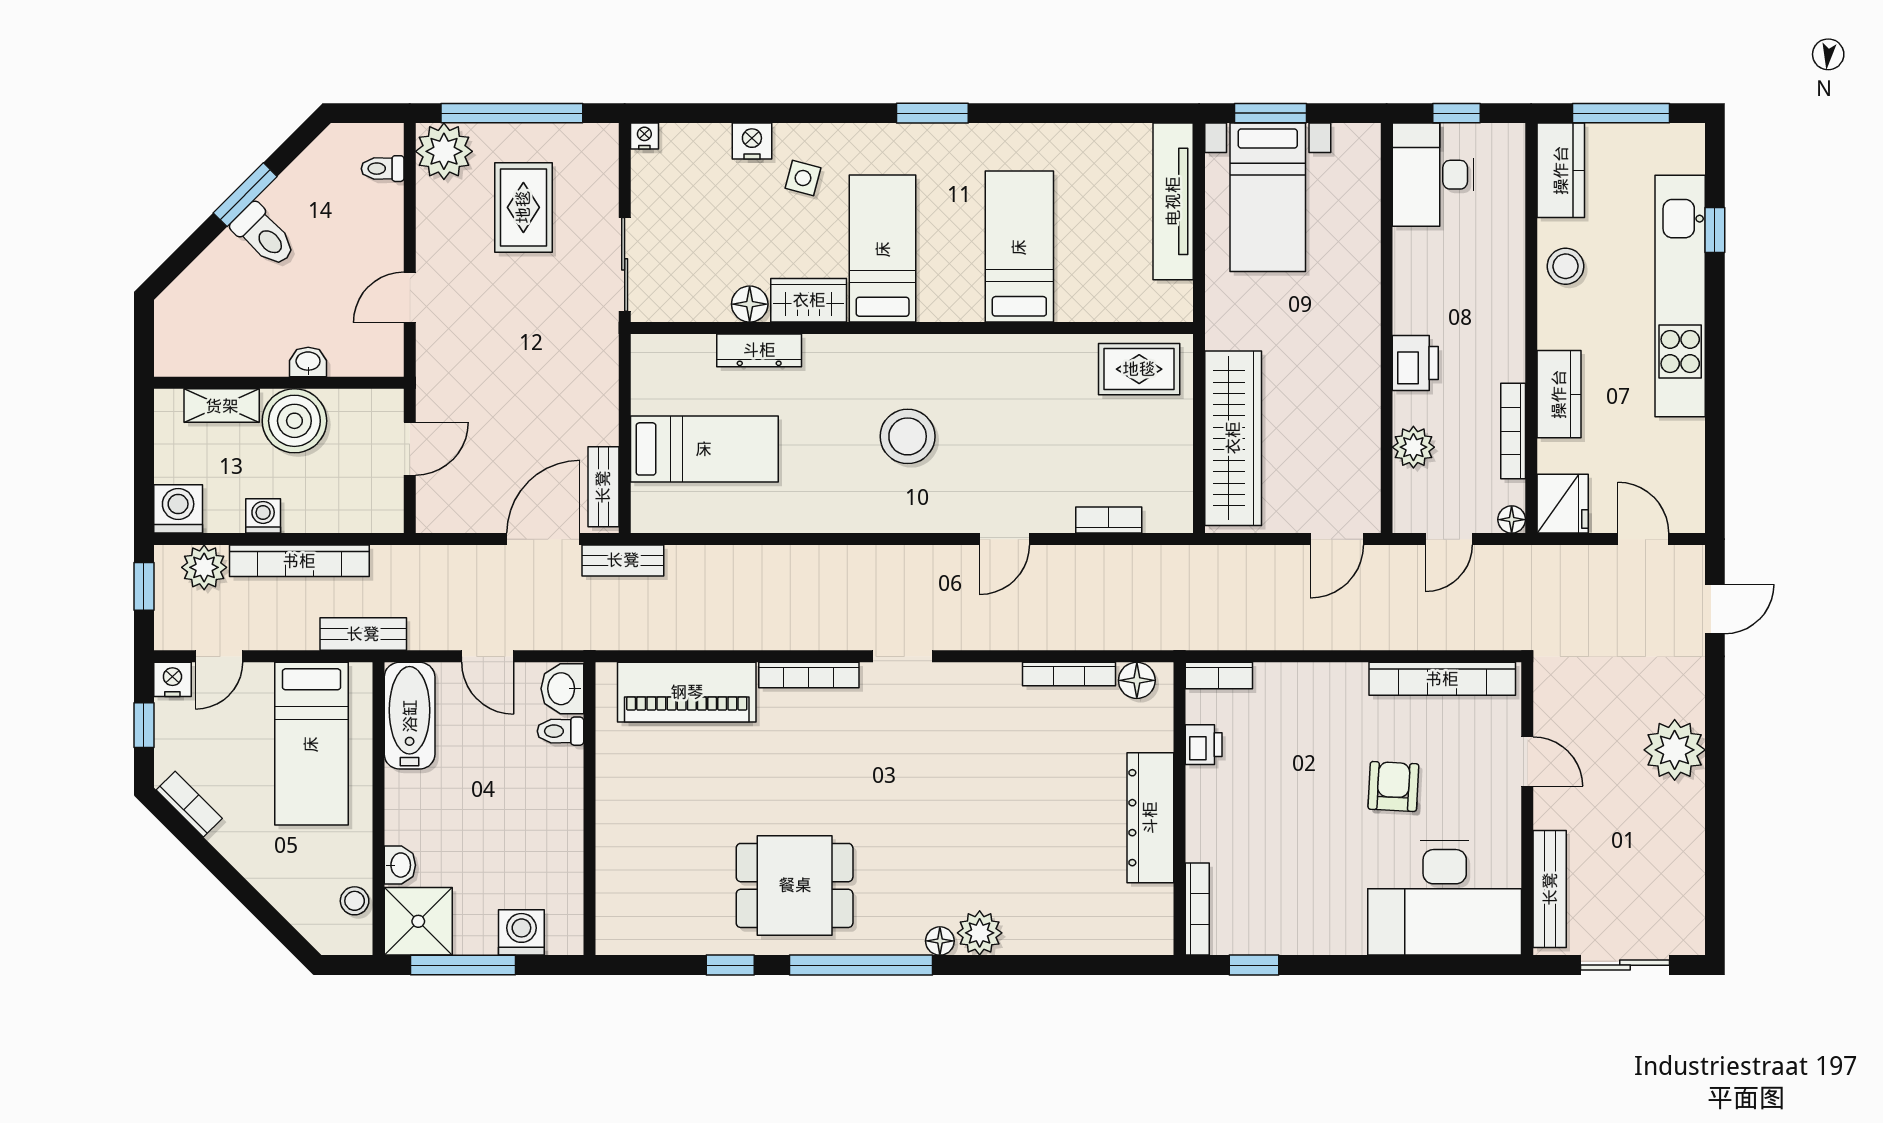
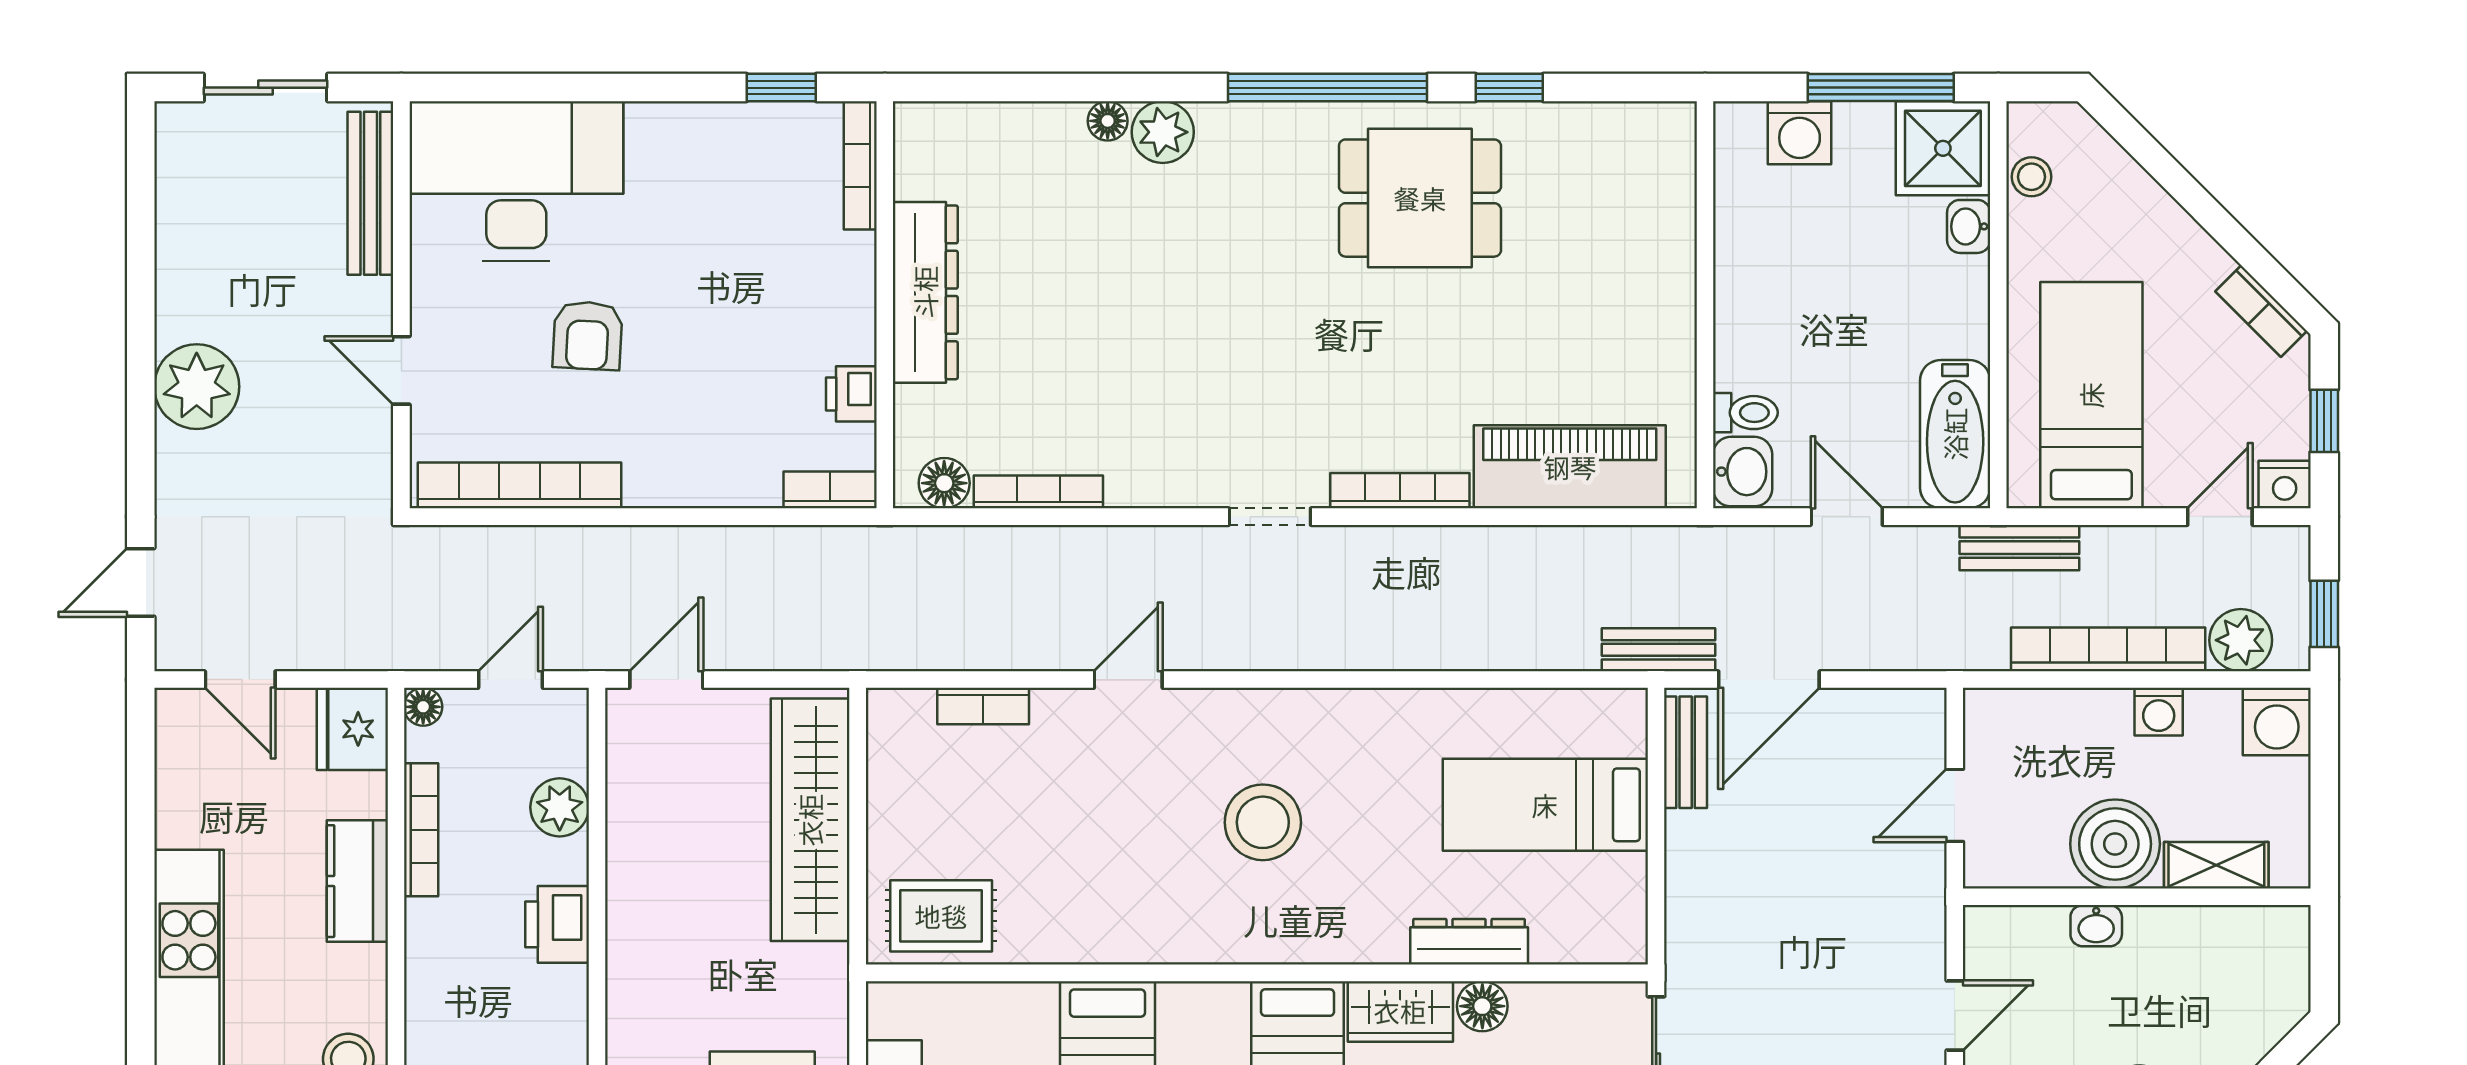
floor lamp: (940, 941) -> (1108, 121), moved

